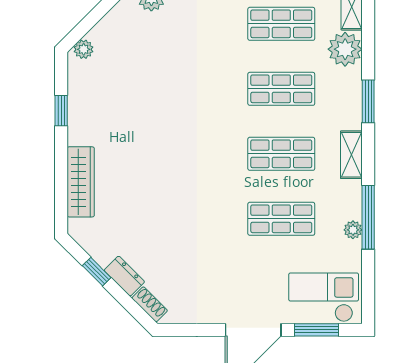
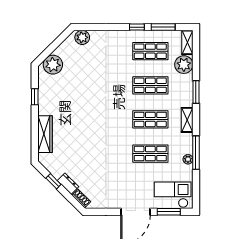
plant: (84, 49) -> (53, 65), width x1.88, depth x1.88

